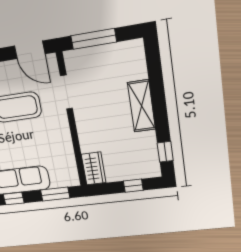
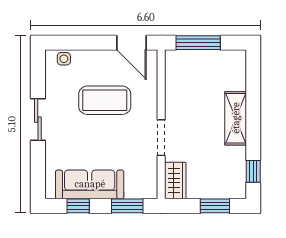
doorway: (66, 92) -> (161, 138), moved
window: (133, 186) -> (215, 206), width x1.50

